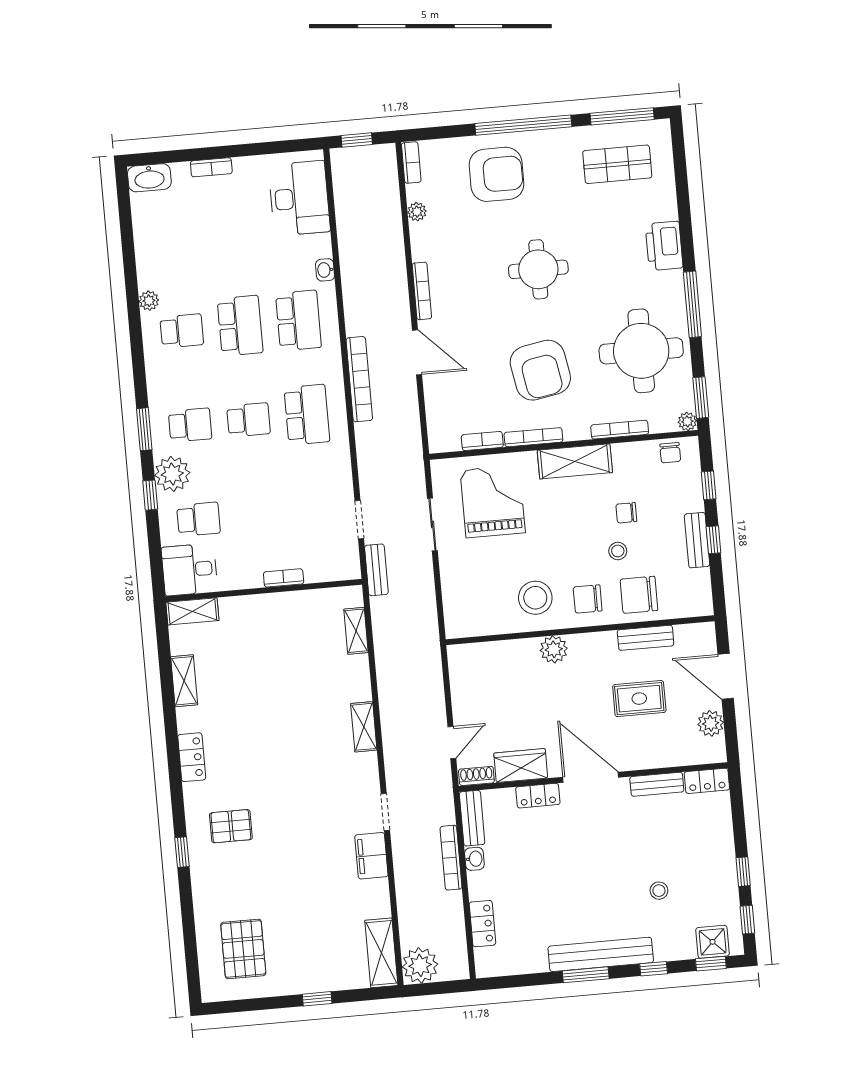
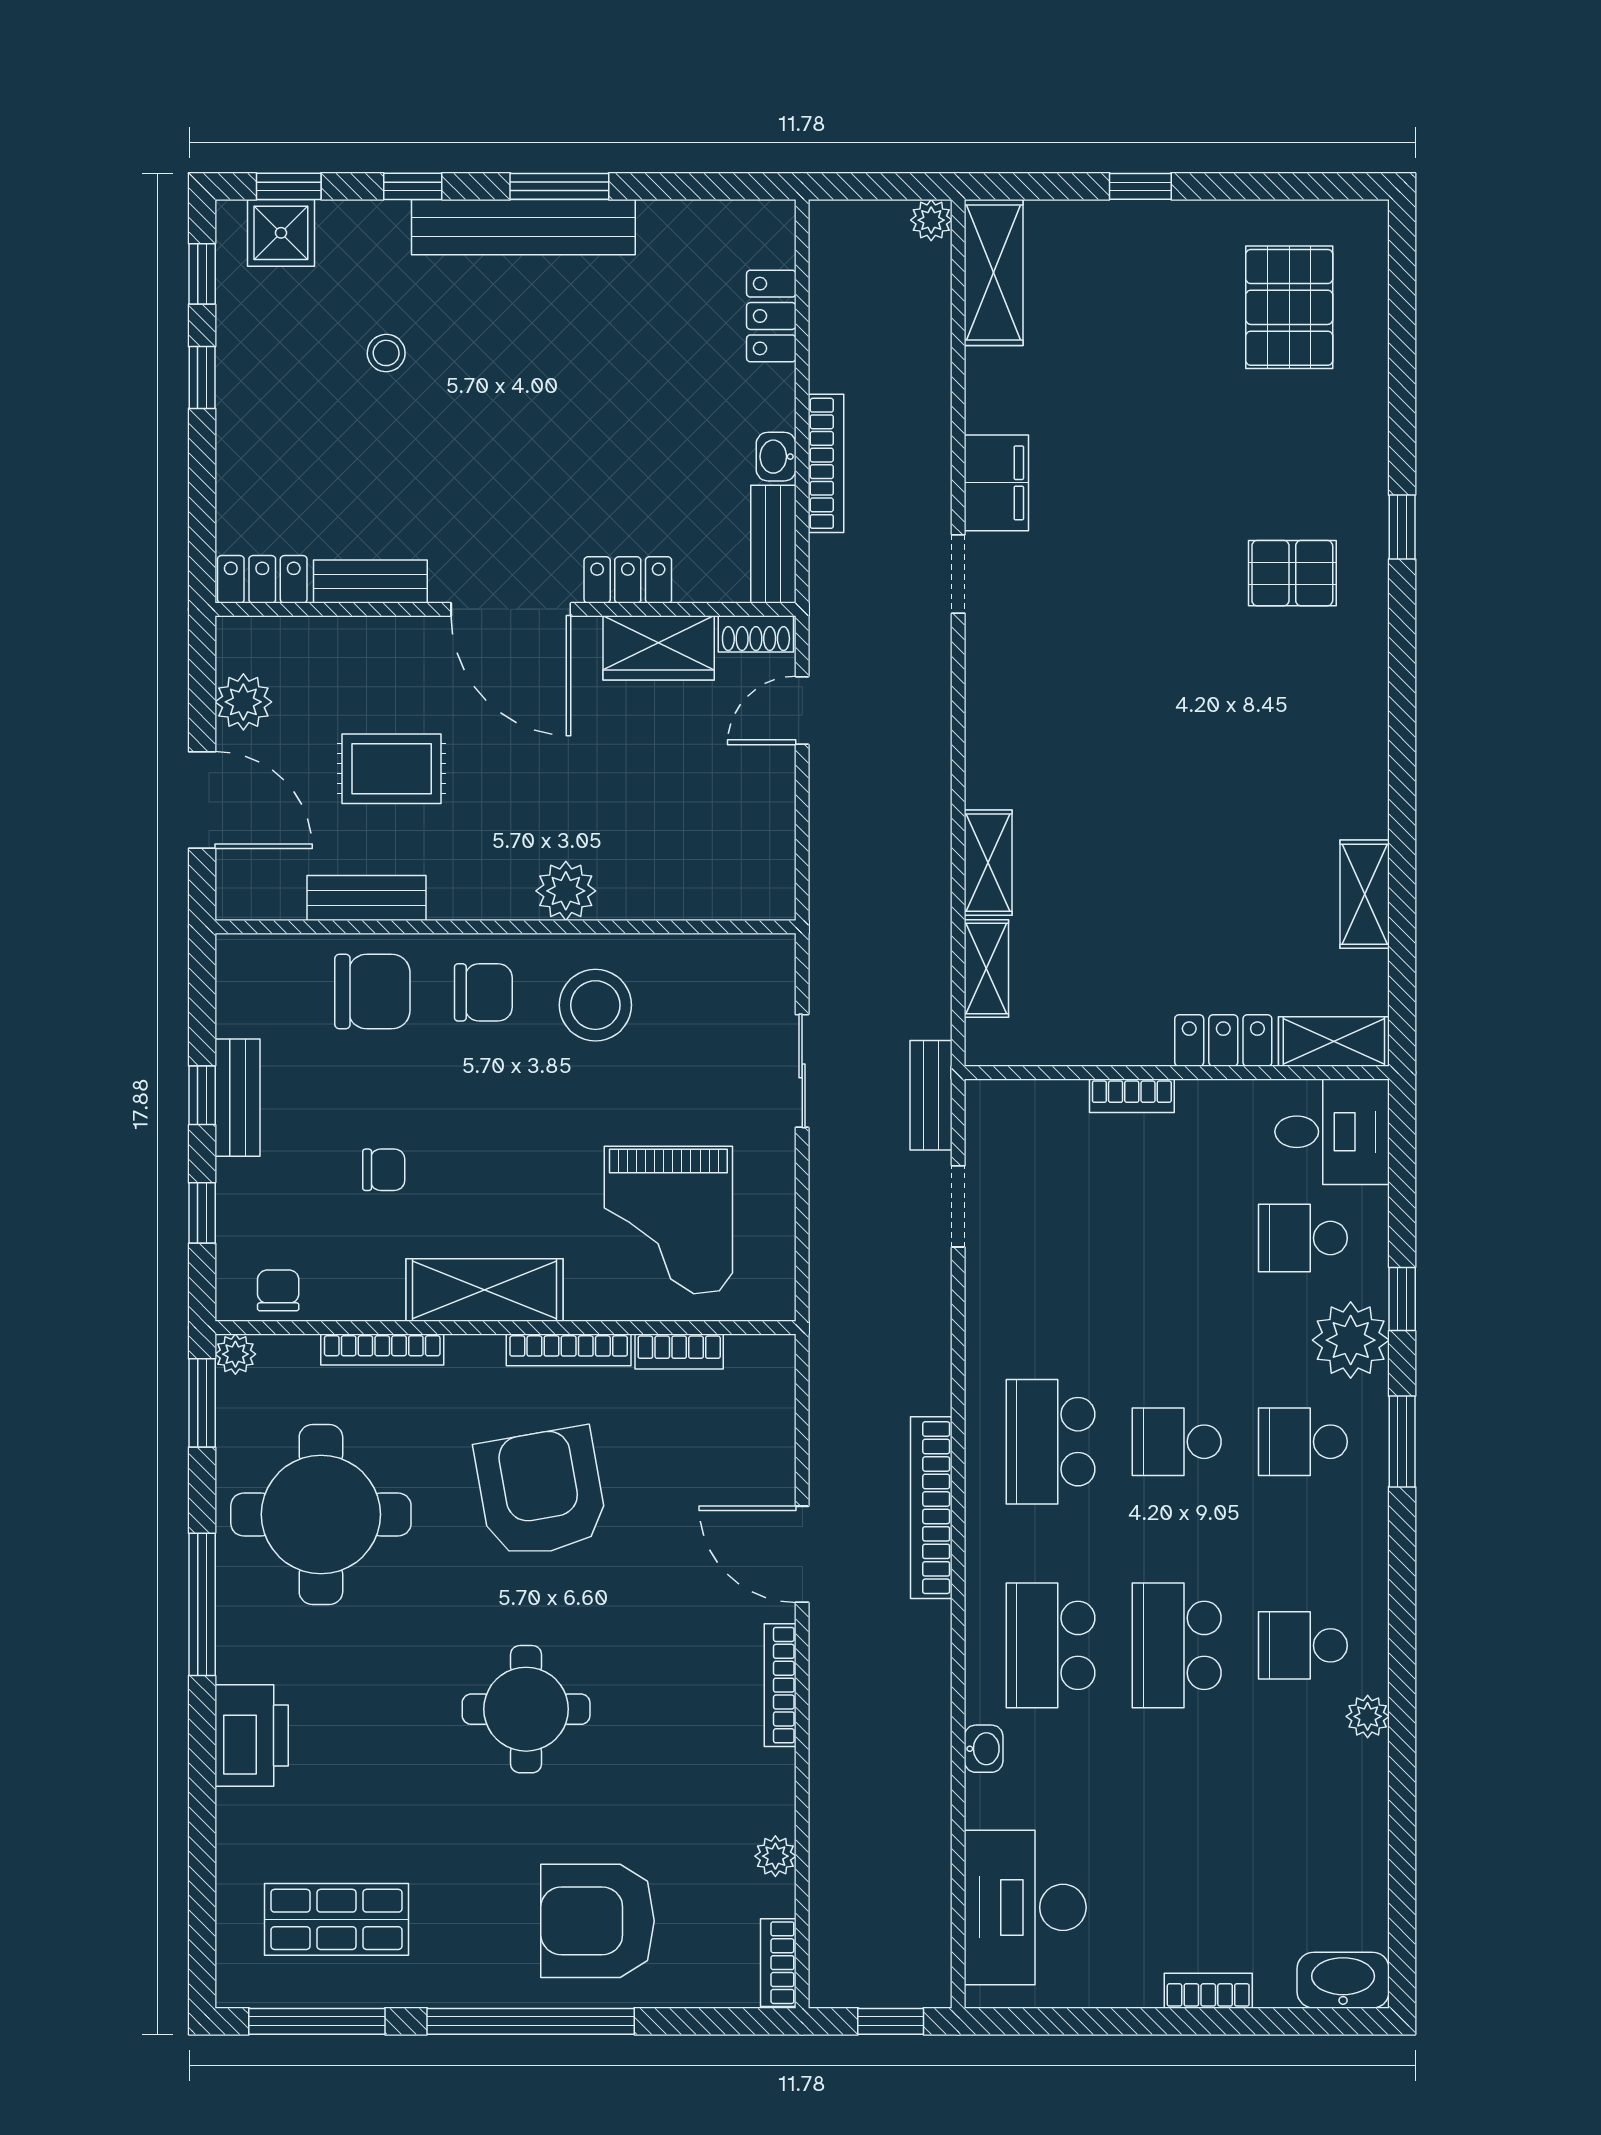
sliding door: (432, 524) -> (802, 1071), moved
stool: (618, 551) -> (409, 1090), removed
shelving: (364, 727) -> (988, 863), moved
locker: (192, 757) -> (1223, 1041), moved, turned 90
plant: (420, 965) -> (931, 220), width x0.53, depth x0.53

